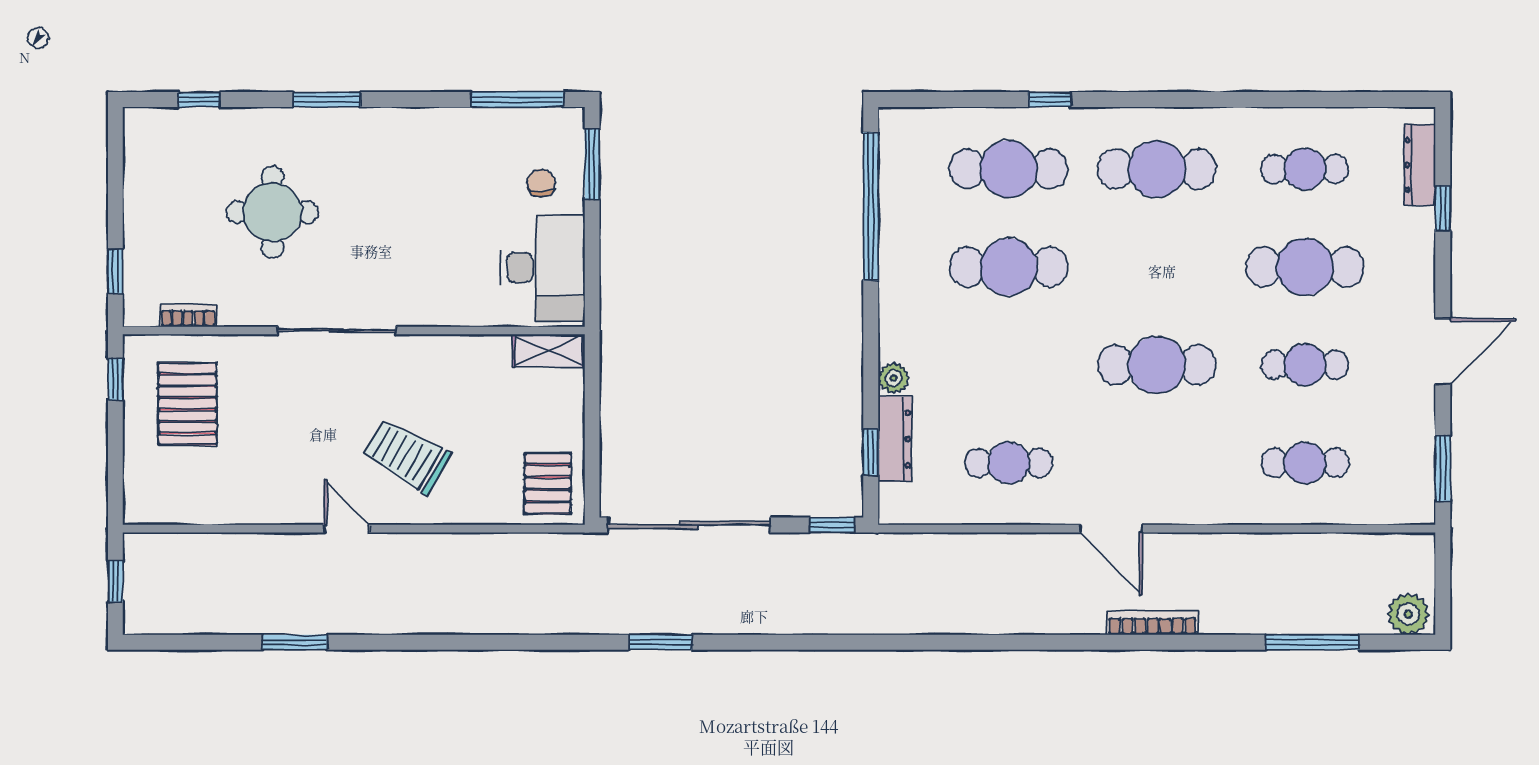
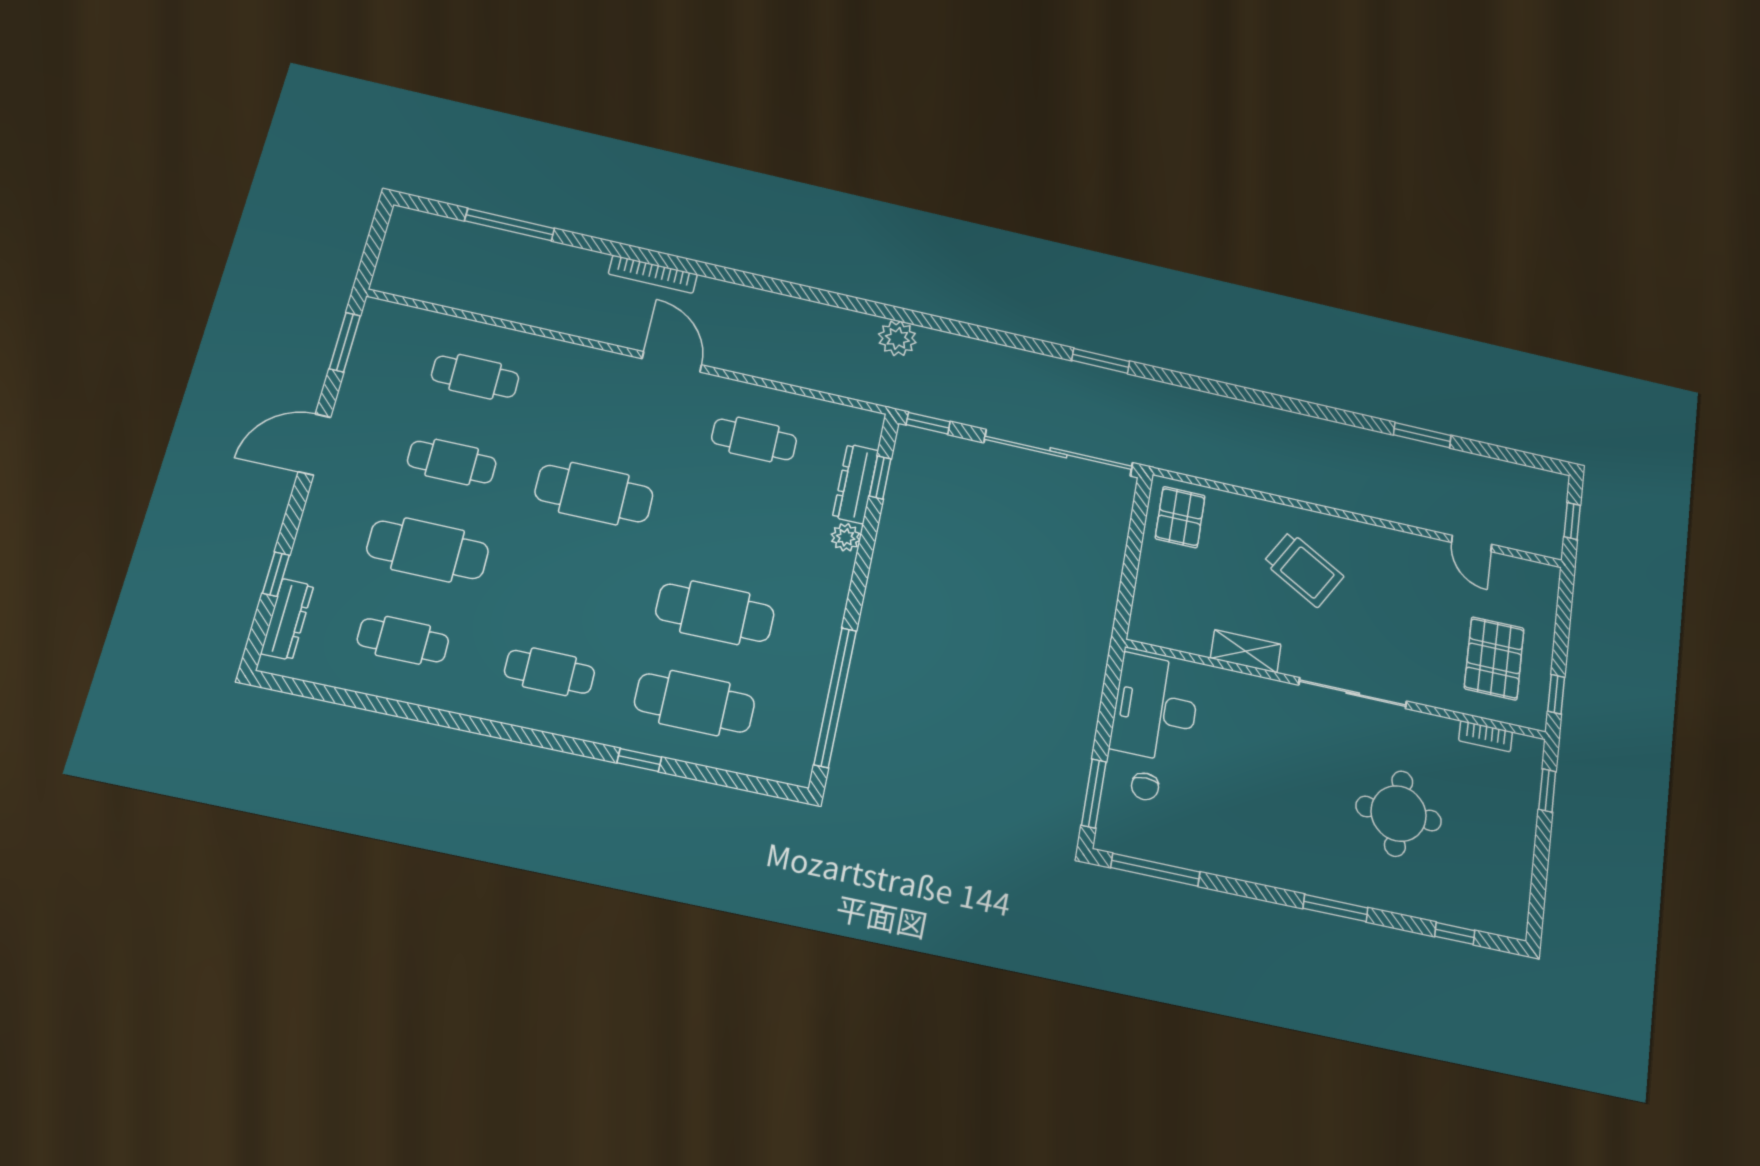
cafe table: (1157, 169) -> (549, 672), width x0.73, depth x0.74
shelving: (548, 351) -> (1246, 651), moved
door: (346, 529) -> (1472, 543), moved
plant: (1408, 614) -> (897, 338), moved

